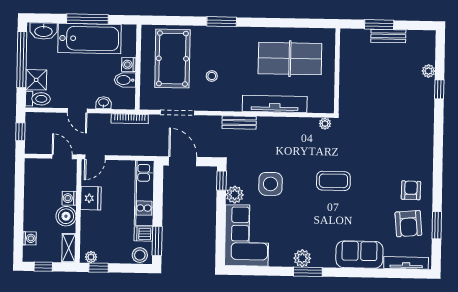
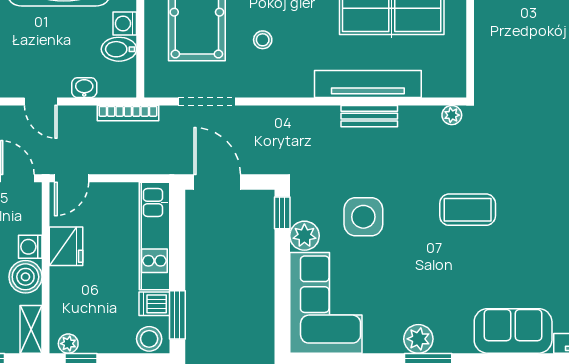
bench: (239, 123) -> (369, 116), moved

